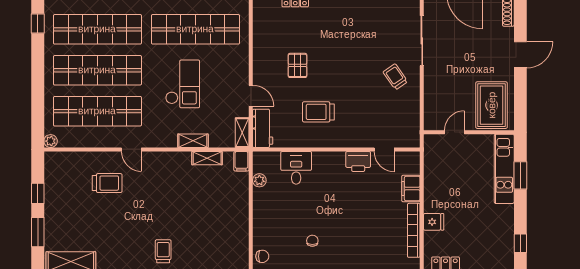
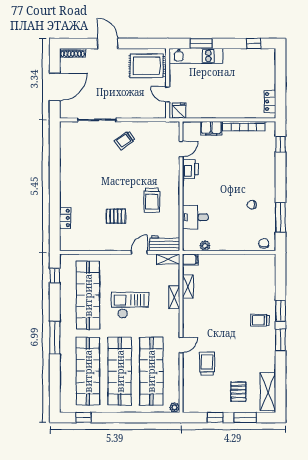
fridge: (434, 222) -> (179, 111), moved
pallet: (71, 223) -> (238, 392), added

